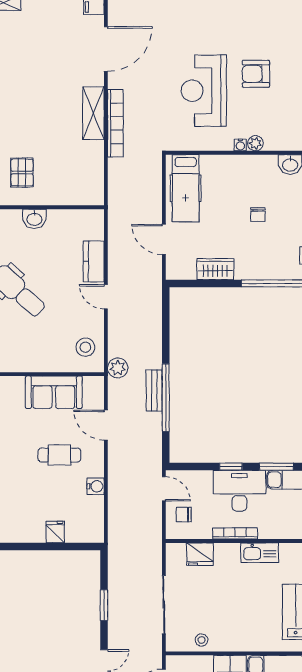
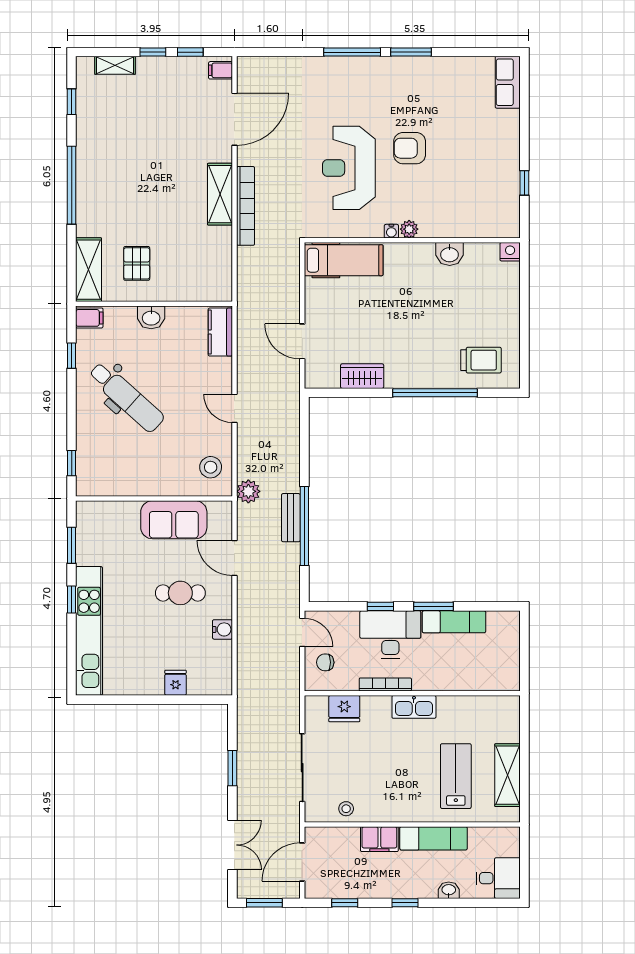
hospital bed: (186, 188) -> (344, 260), moved, turned -90
chair: (258, 215) -> (412, 312), removed
kitchen counter: (94, 261) -> (220, 332), moved

